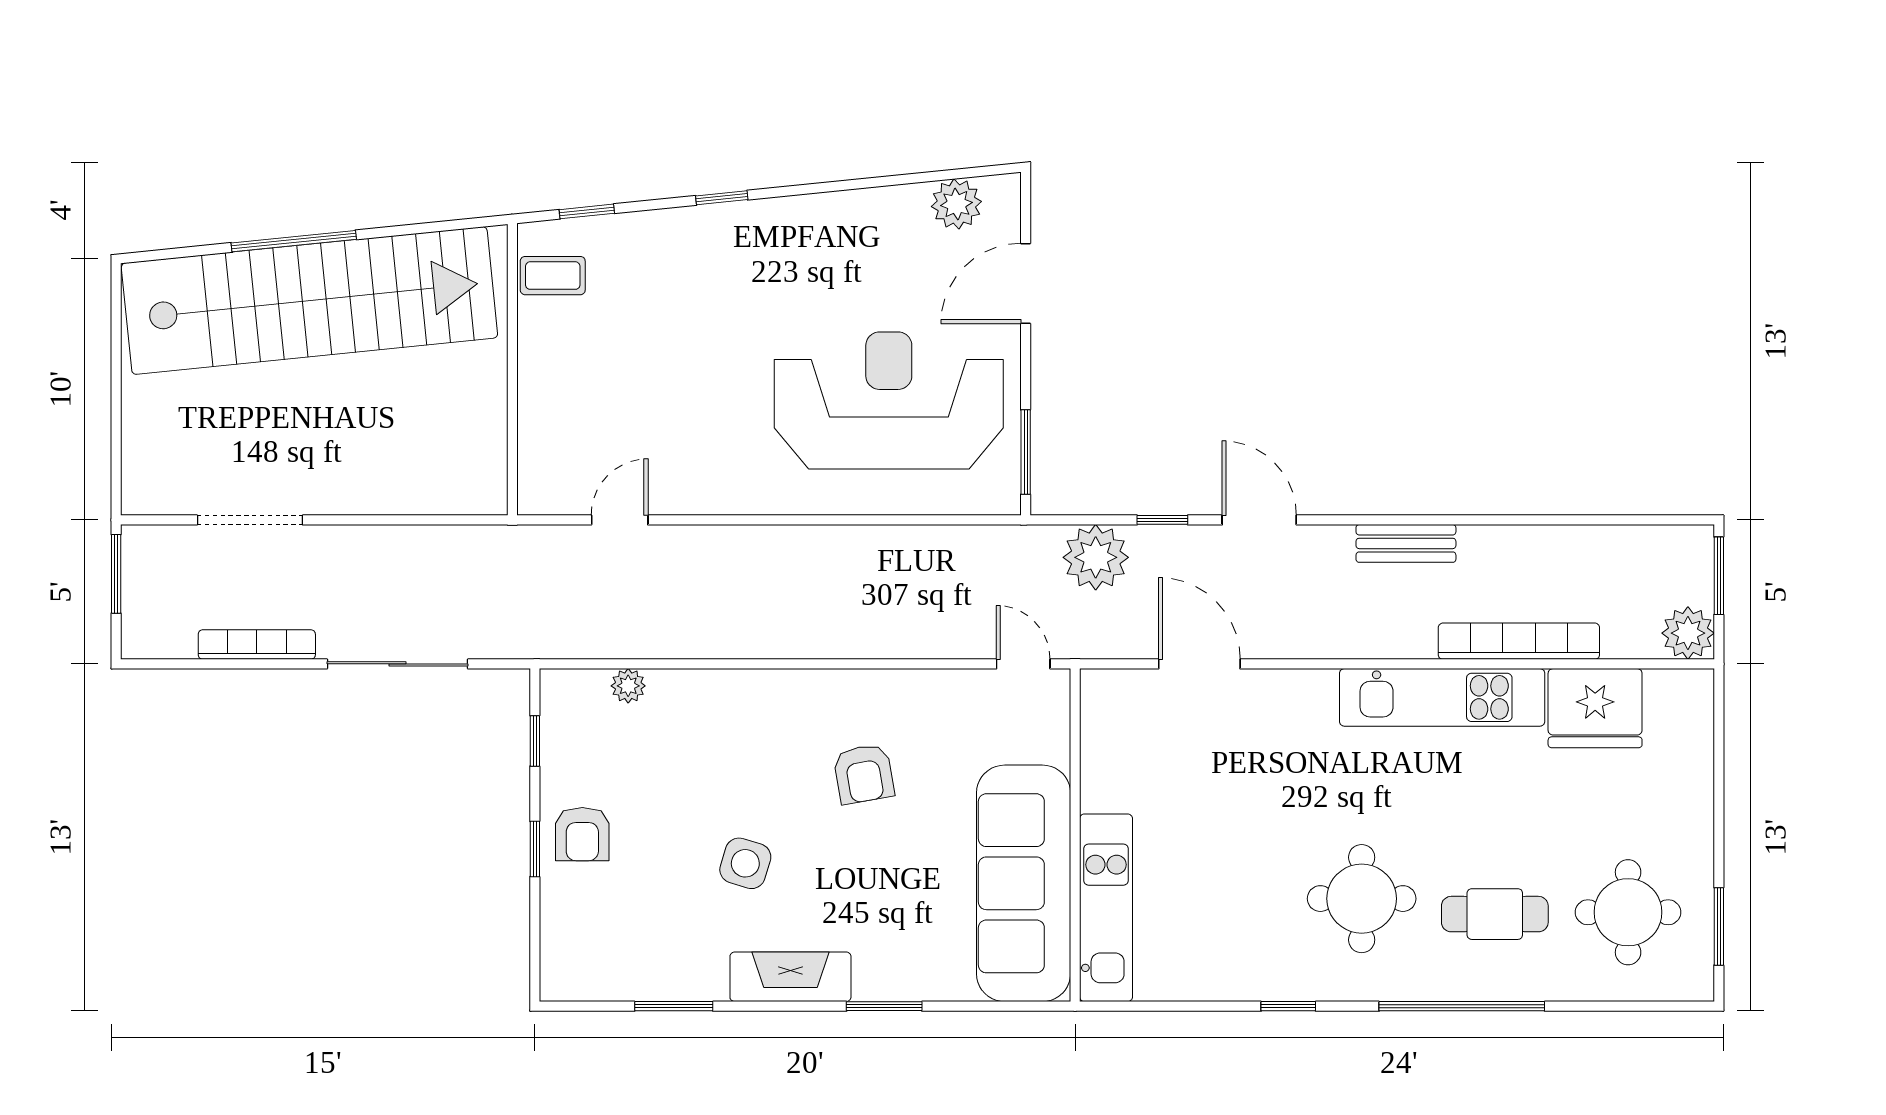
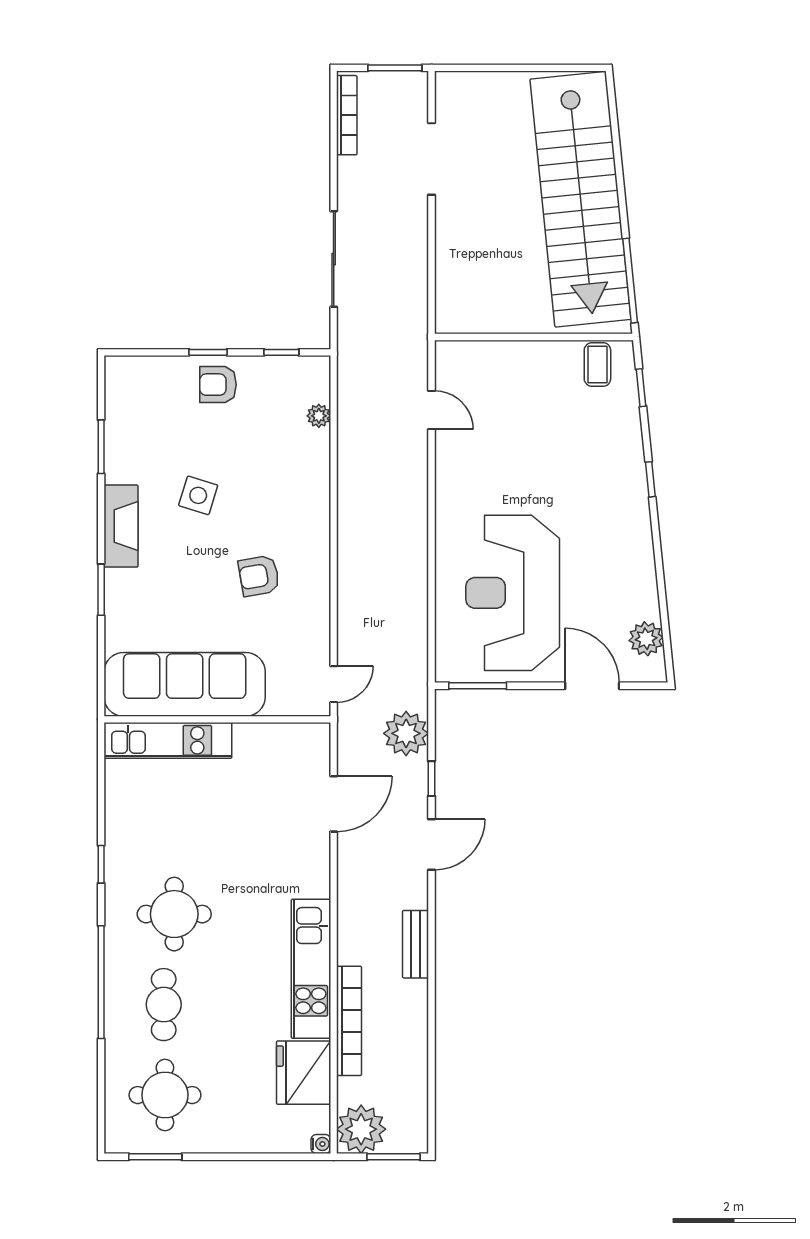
window: (294, 241) -> (630, 281), moved
reception desk: (889, 400) -> (513, 593), turned 180
plant: (1688, 633) -> (361, 1129), width x1.36, depth x1.36
bookcase: (257, 645) -> (347, 115), moved
water cooler: (1700, 683) -> (321, 1144), added

